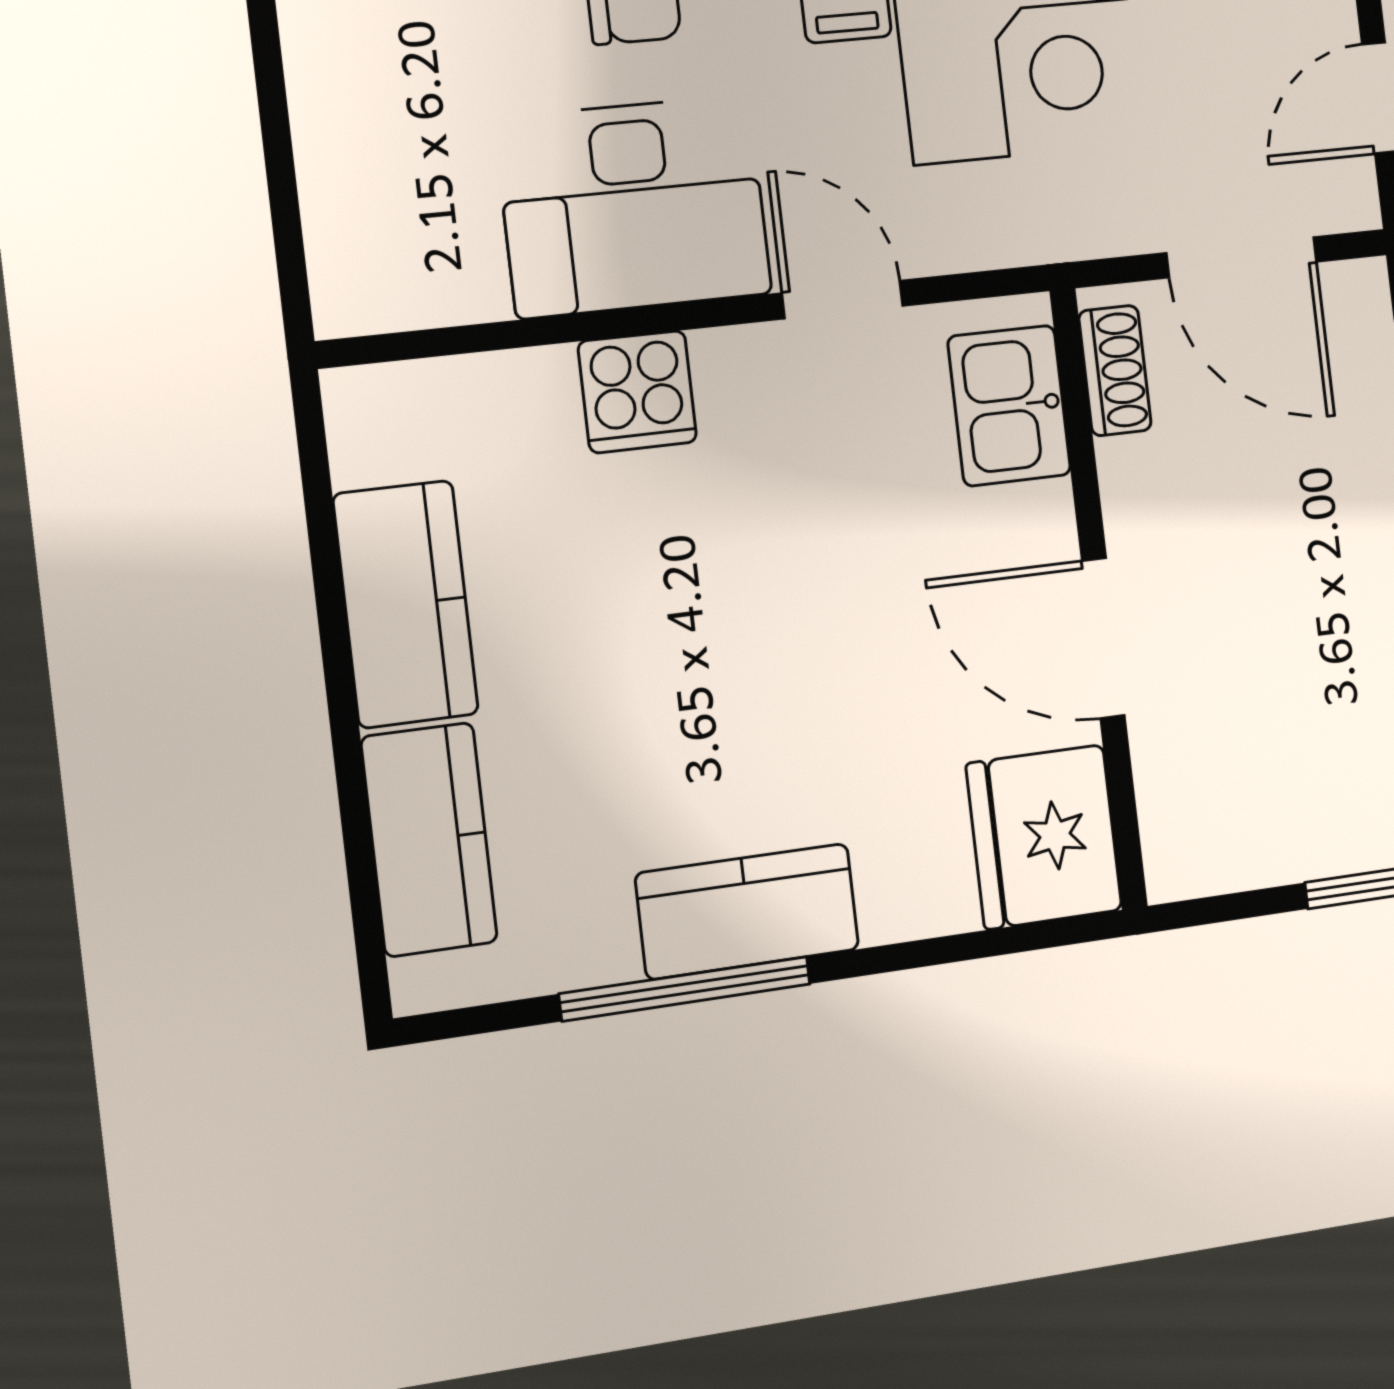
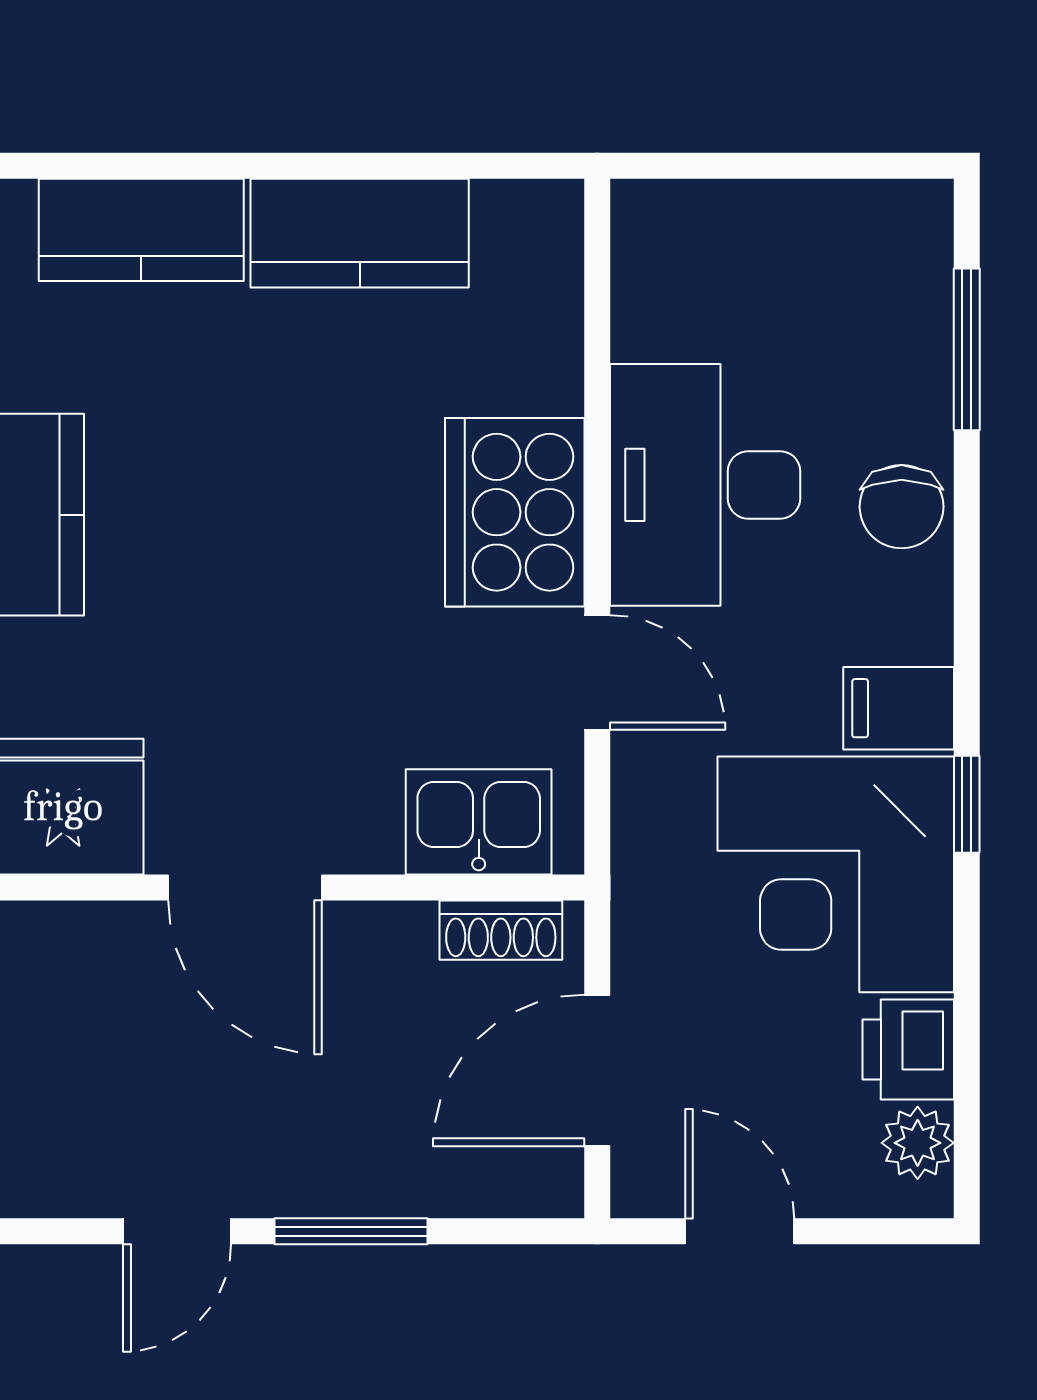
door: (843, 300) -> (597, 673), hinge flipped
cooker: (637, 392) -> (515, 512), width x1.87, depth x1.31
door: (1103, 638) -> (245, 888), swing flipped

